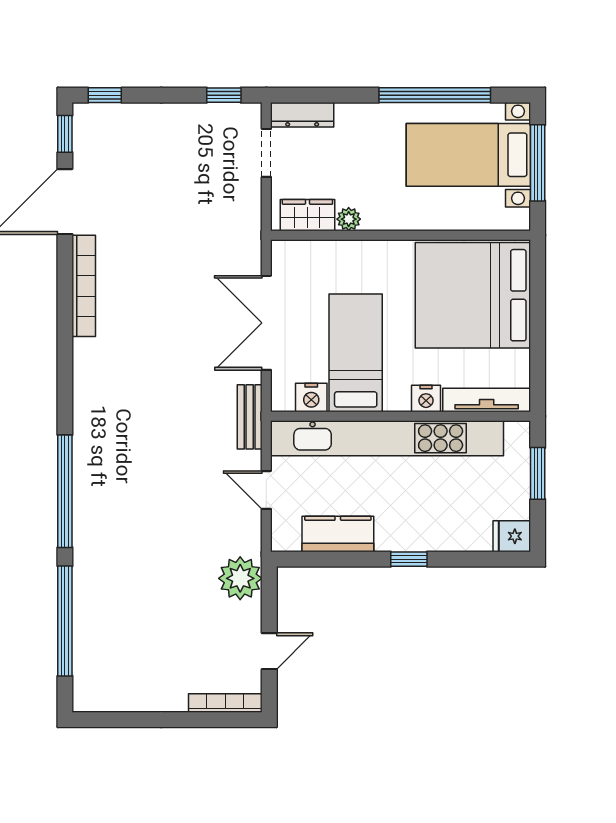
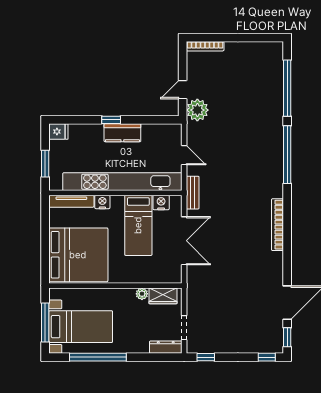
bookcase: (84, 286) -> (277, 225), moved
kitchen counter: (338, 534) -> (122, 133), moved
door: (269, 651) -> (183, 90), moved

